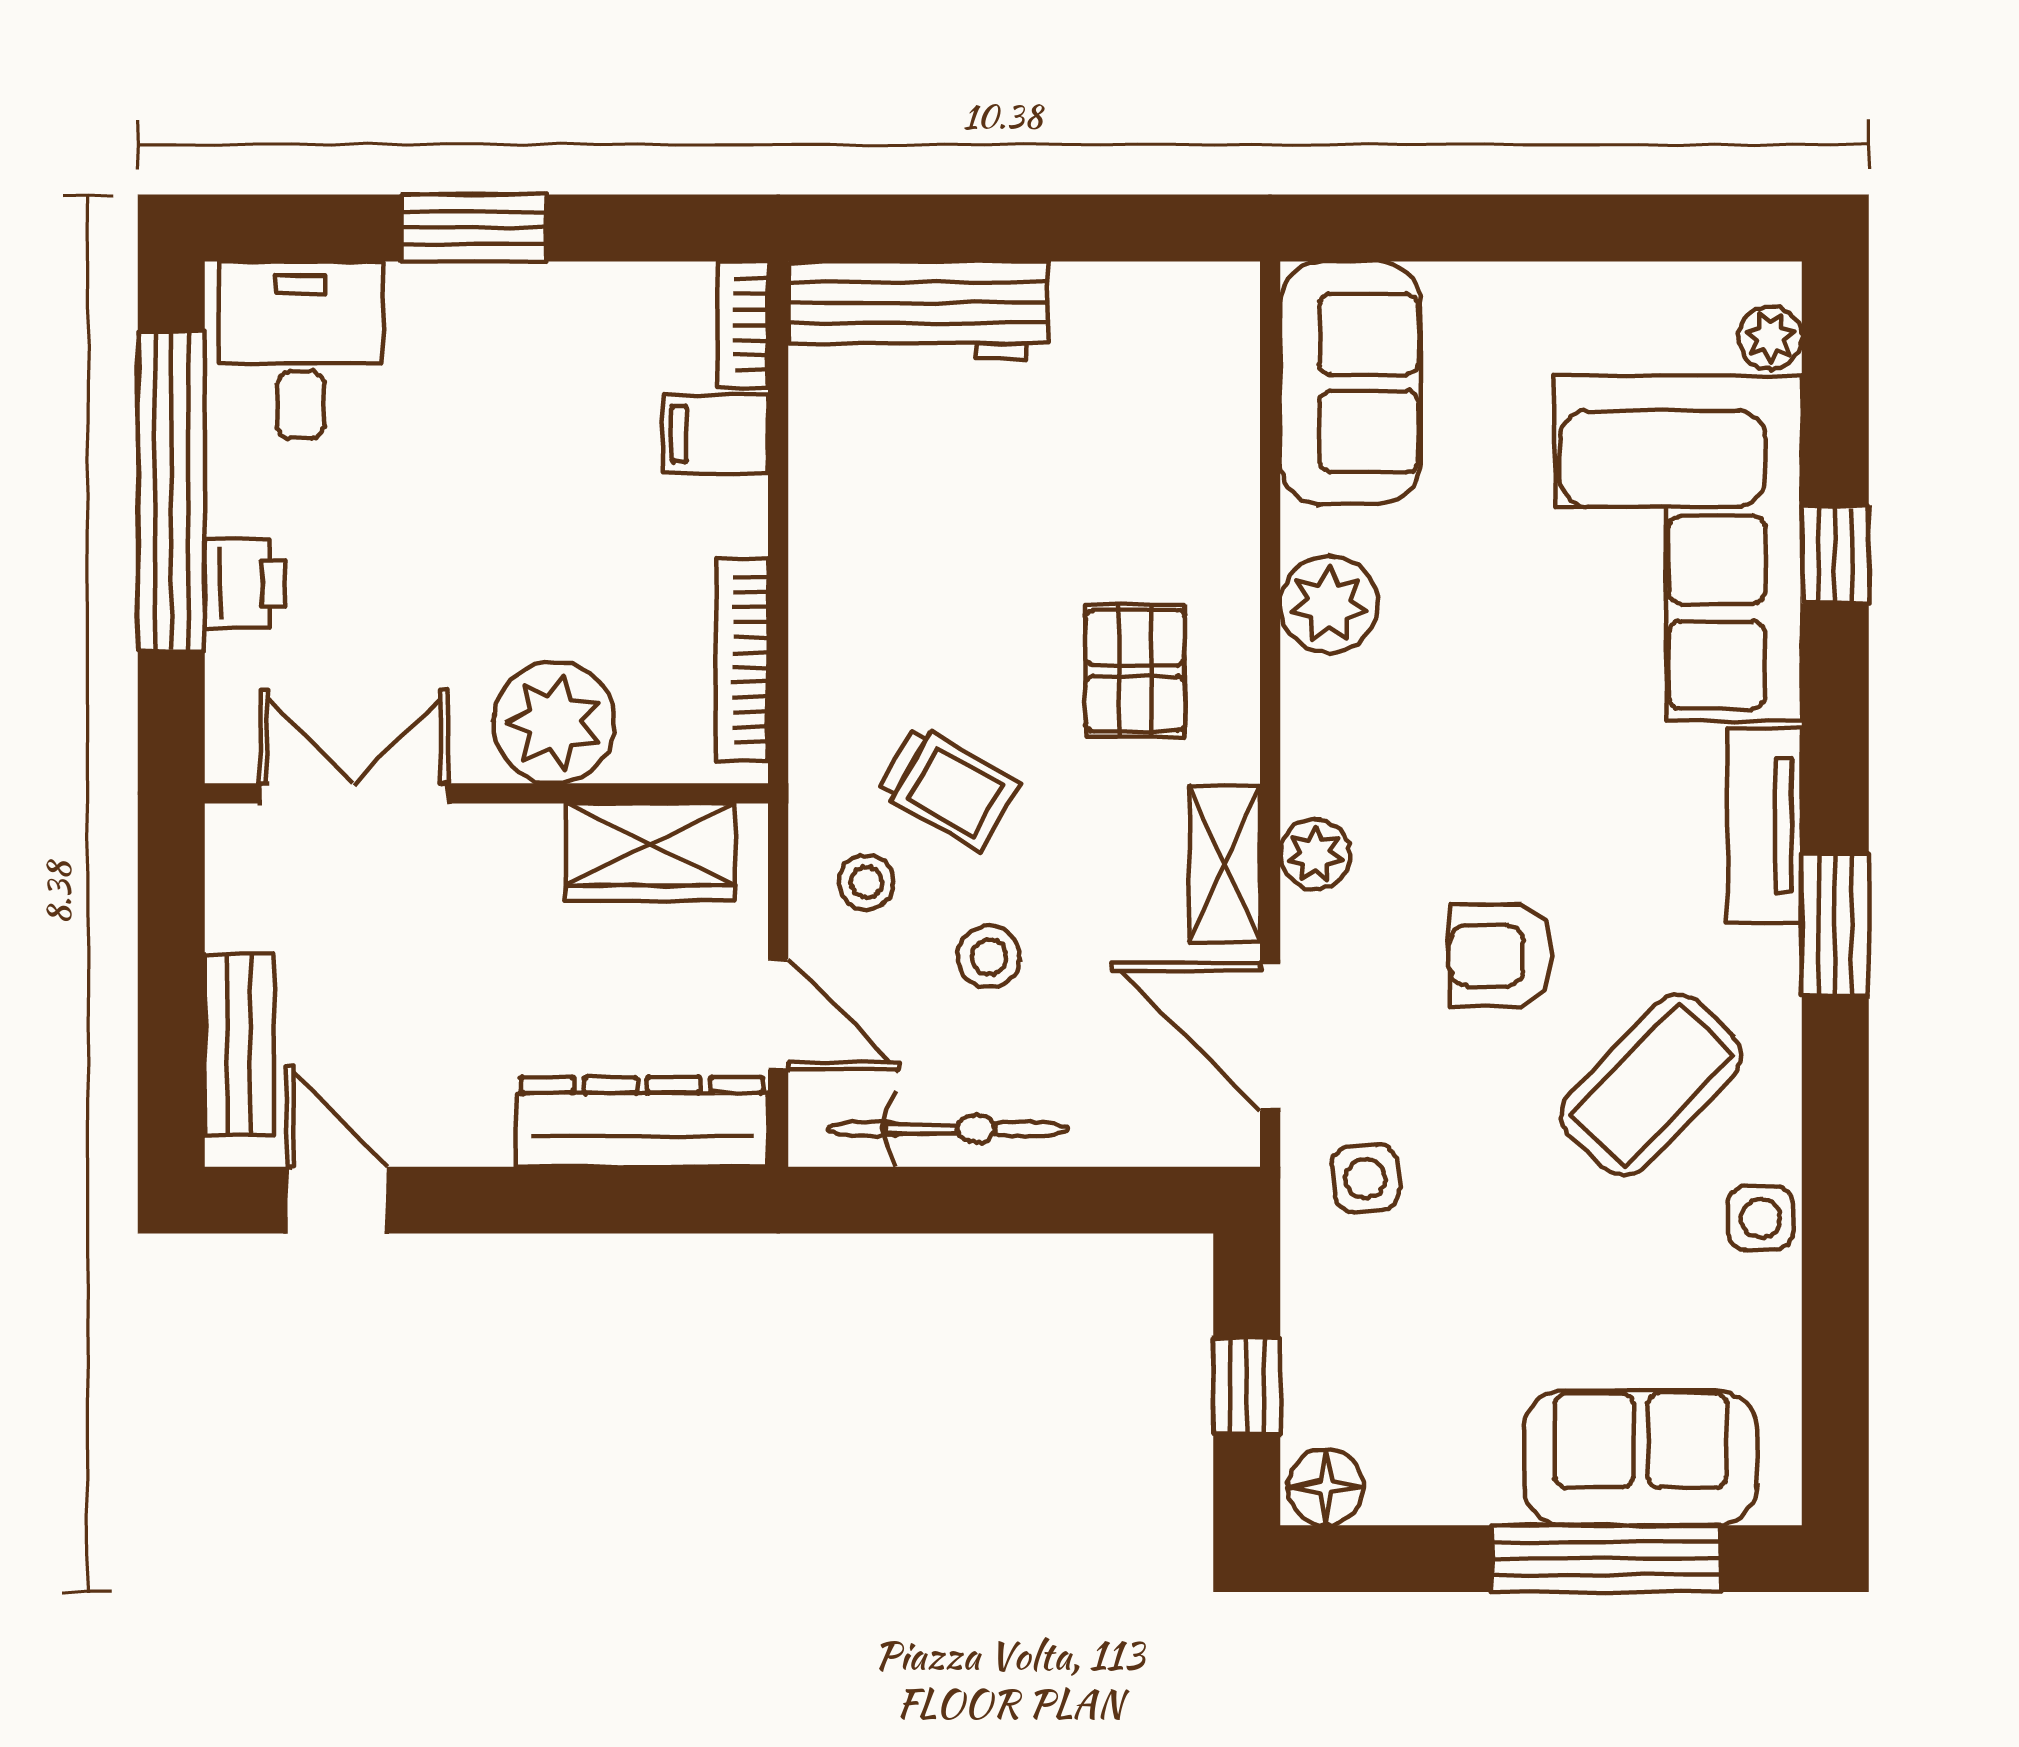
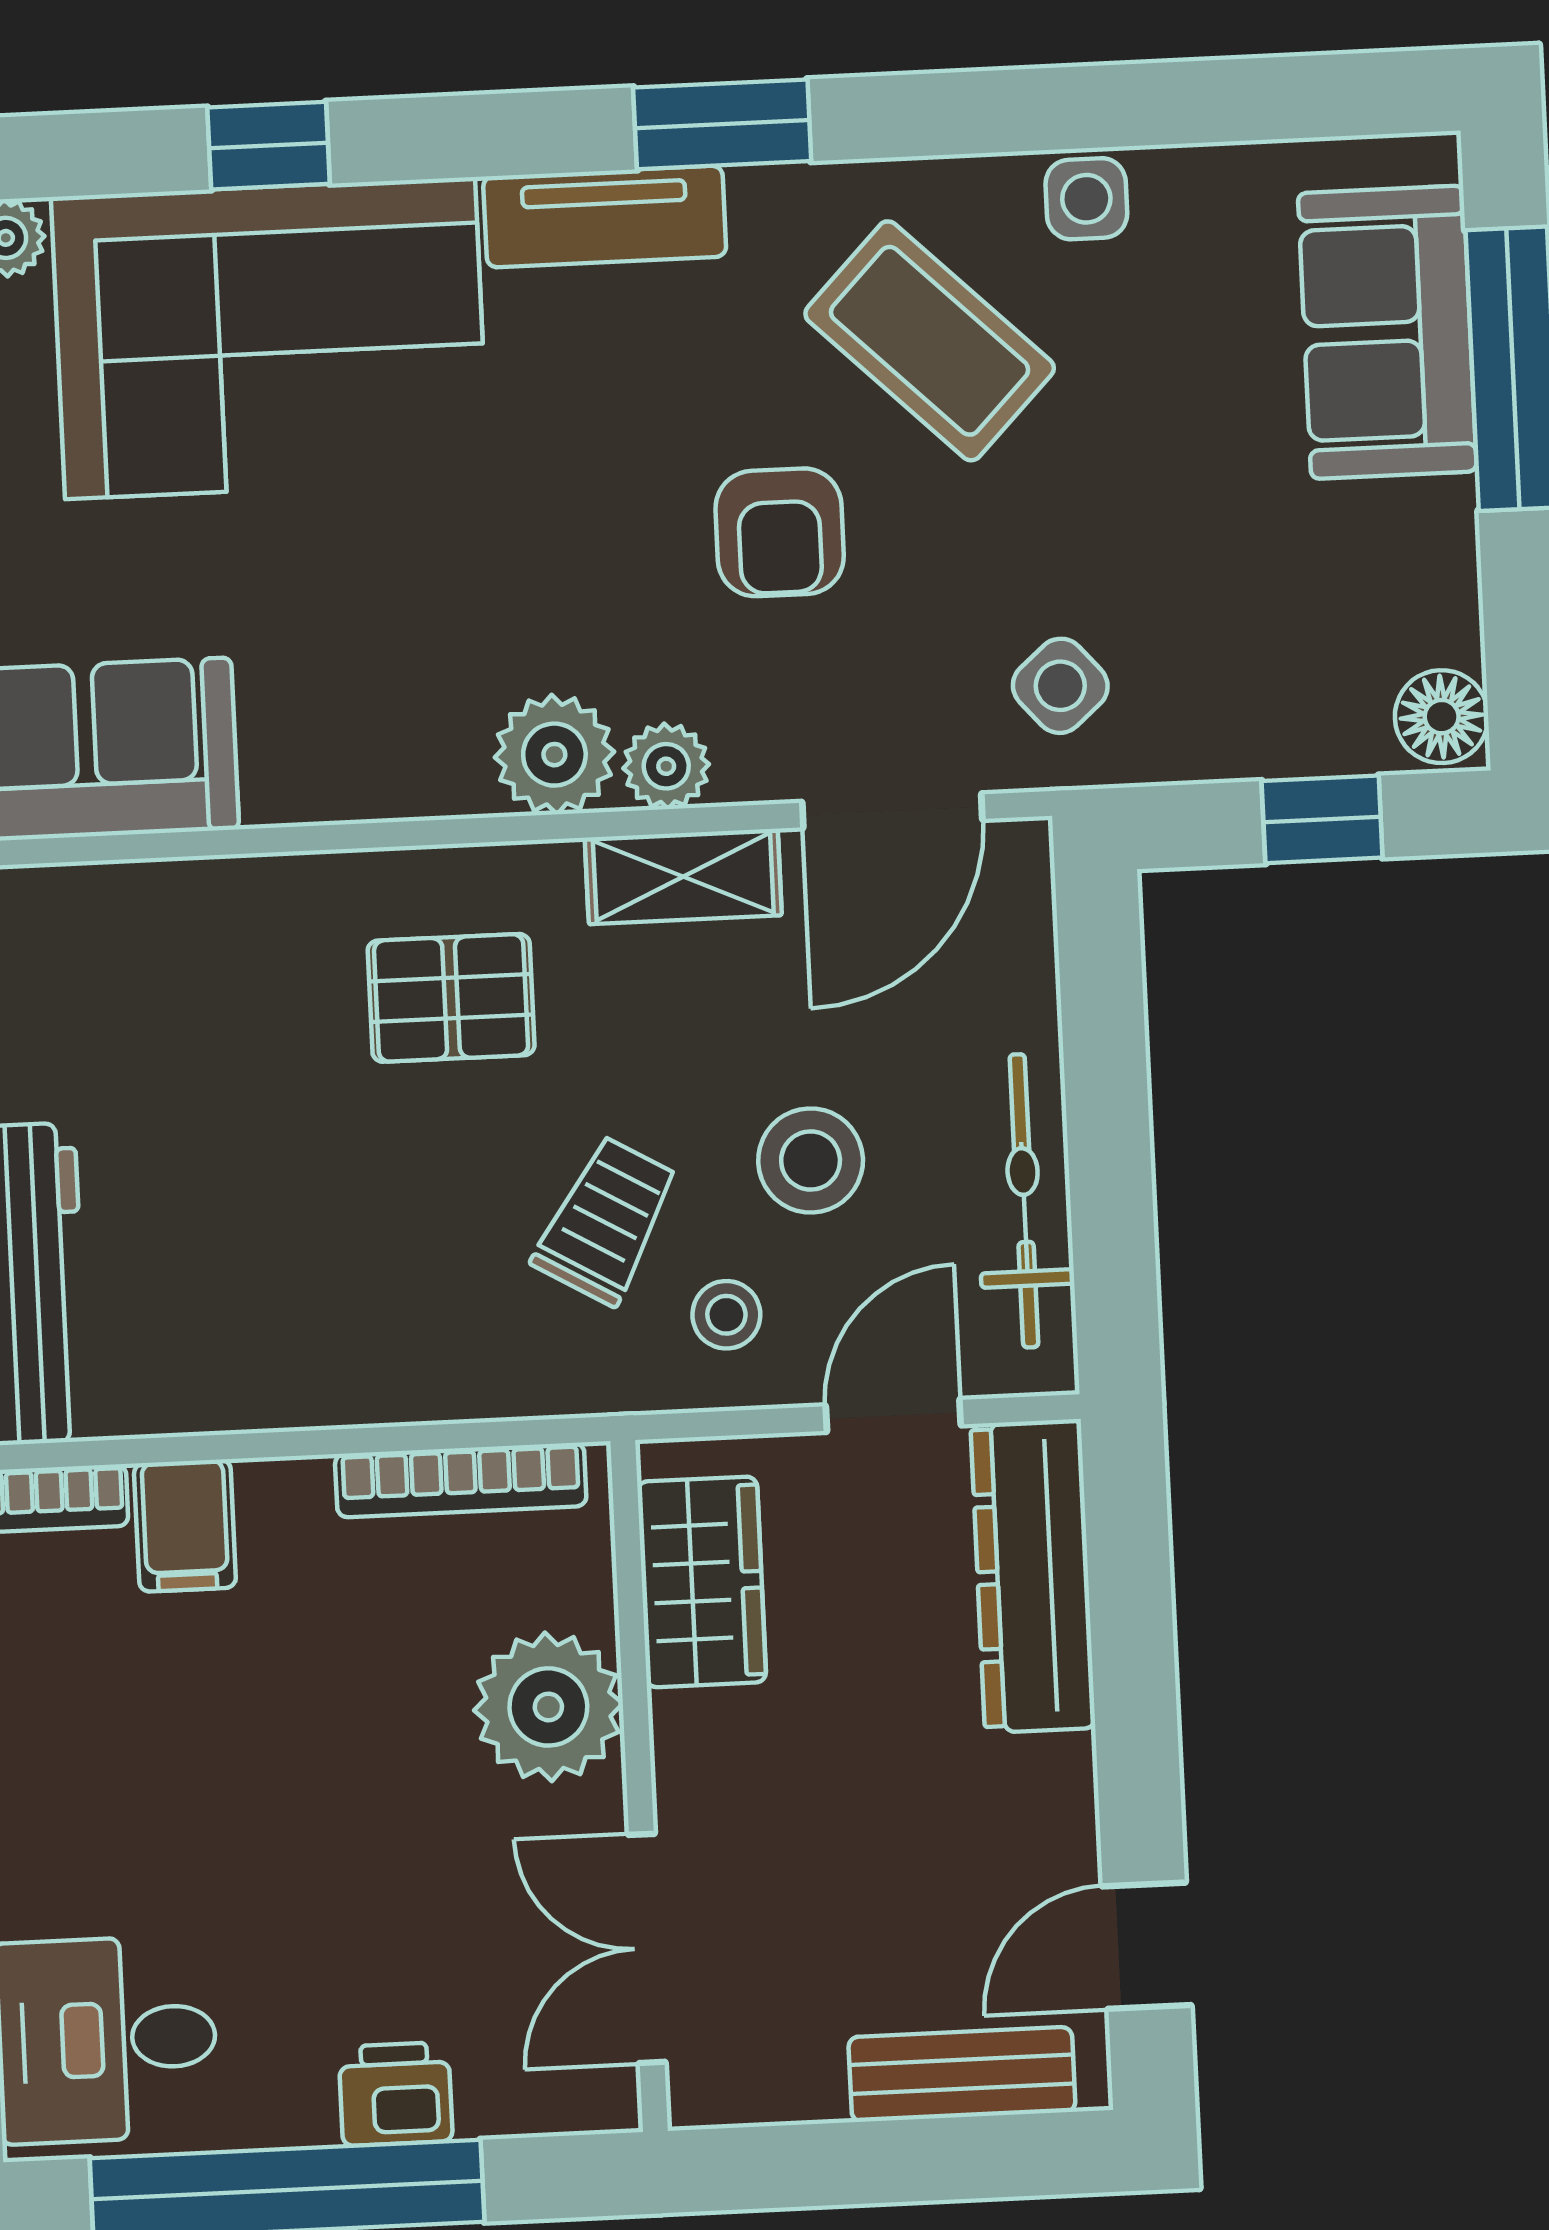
plant: (1329, 604) -> (554, 755), moved
stool: (989, 957) -> (811, 1161), width x1.37, depth x1.37
side table: (1365, 1178) -> (1060, 686), turned -36

